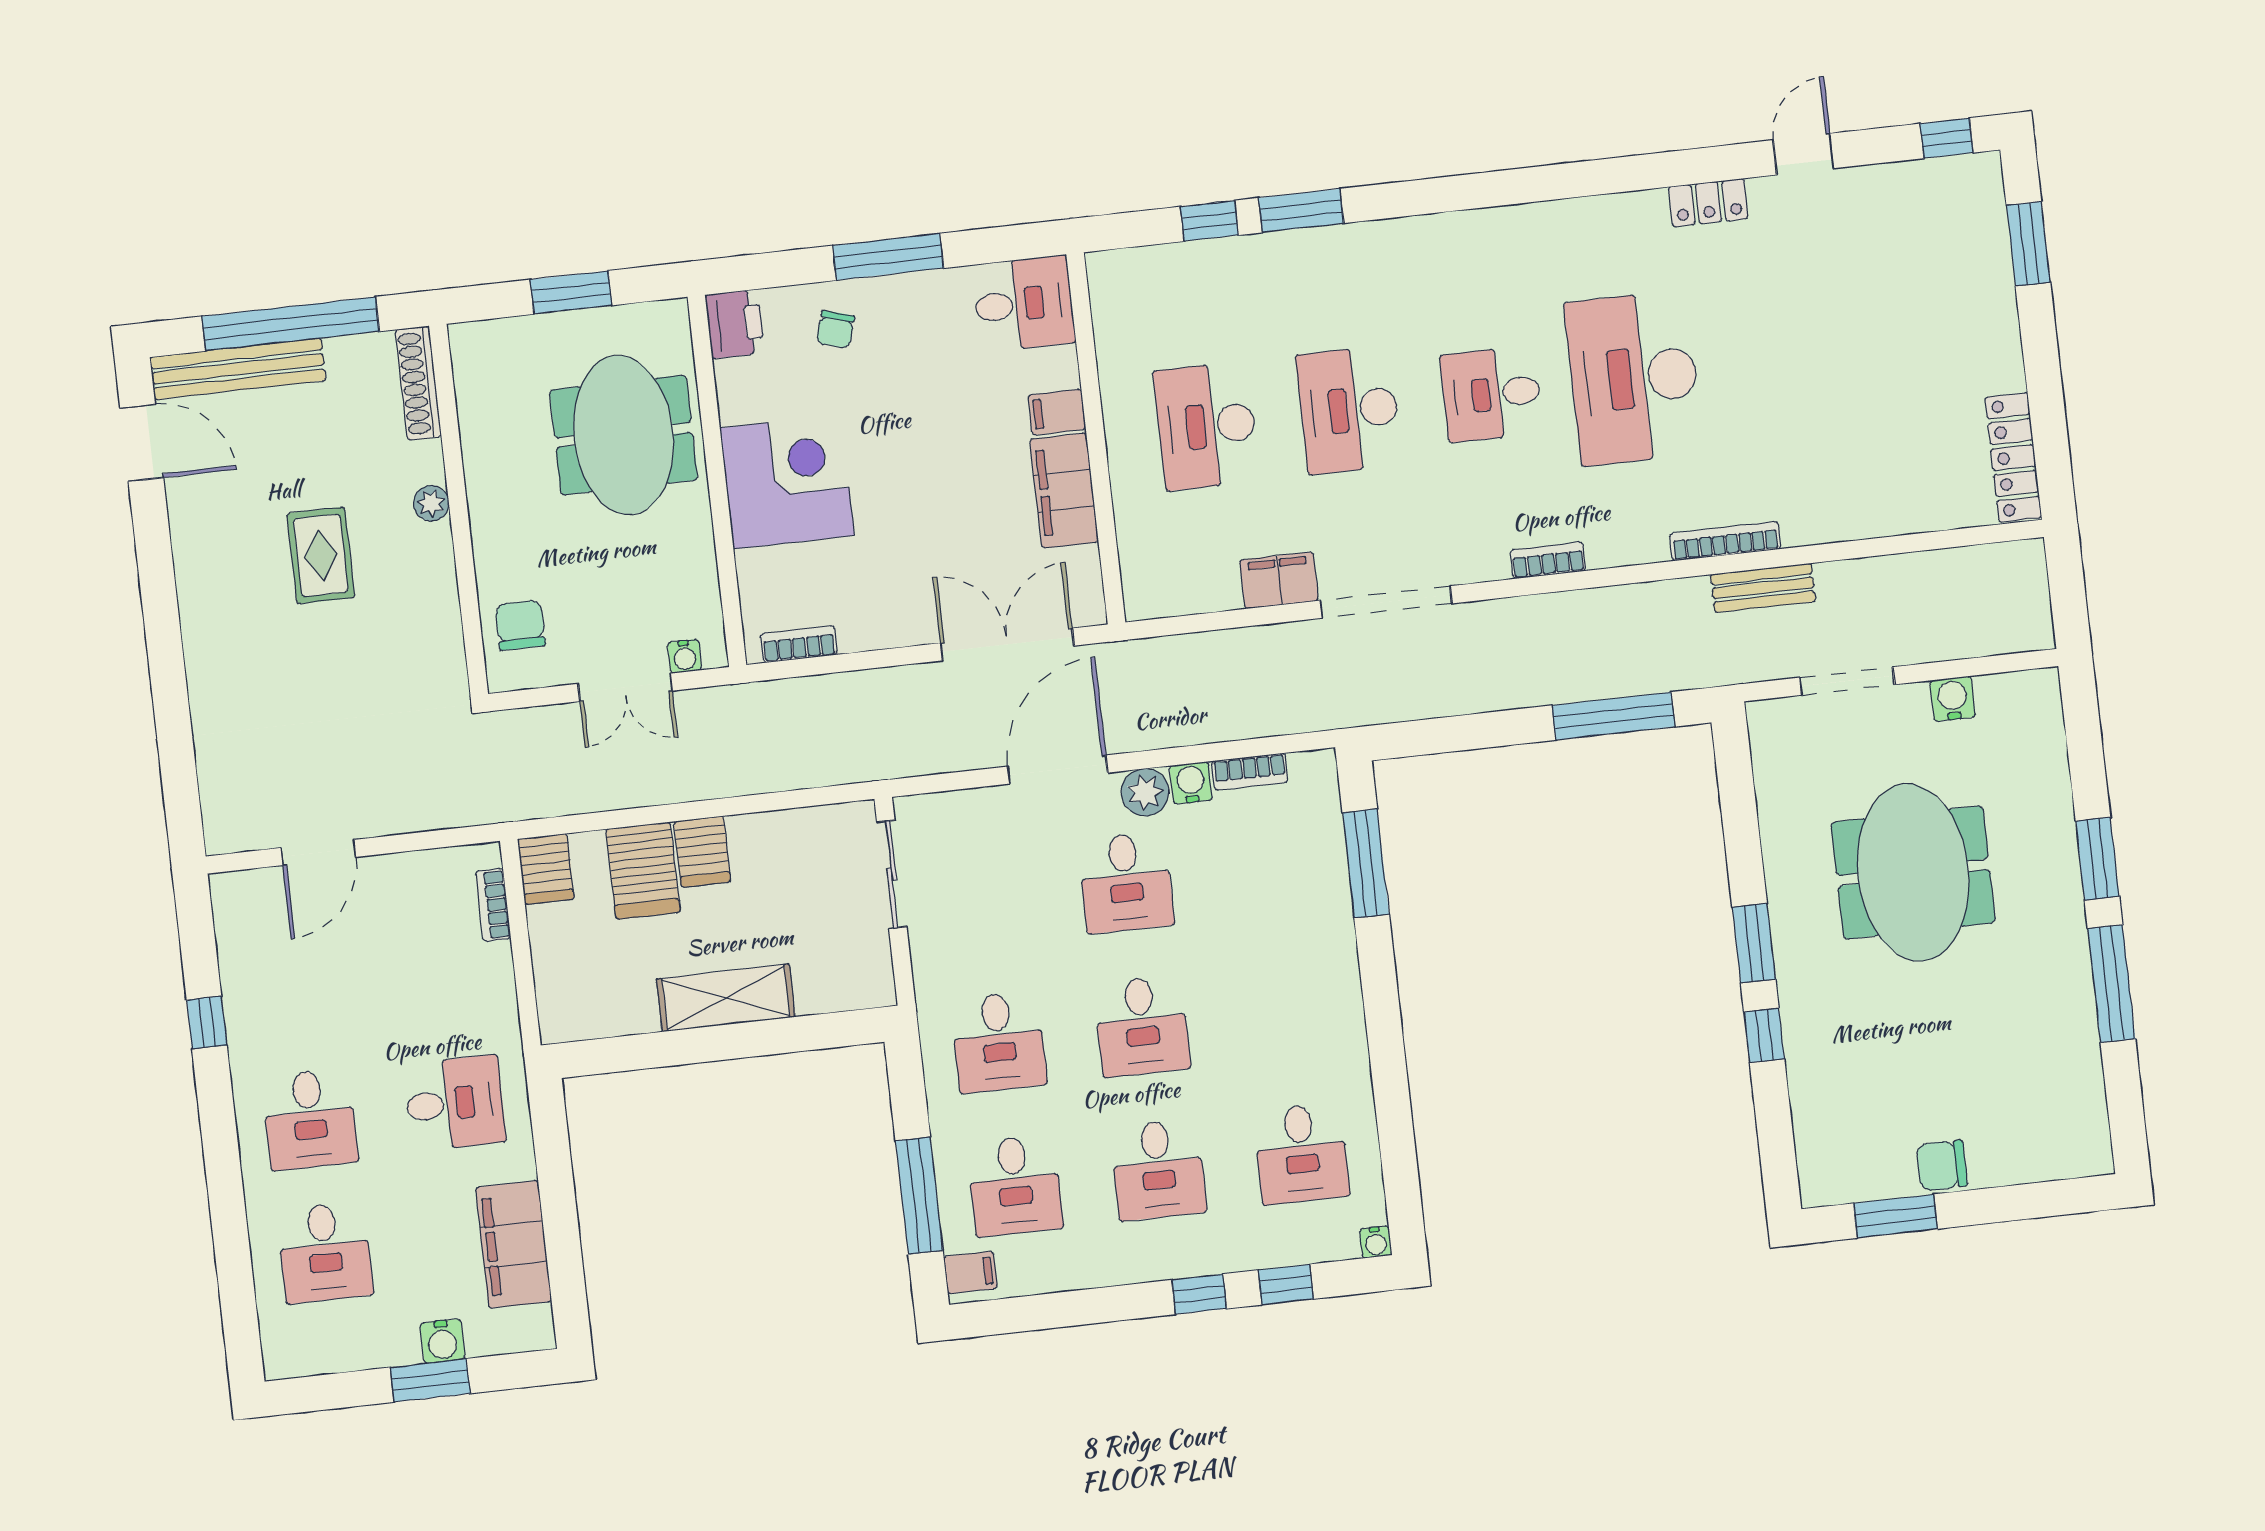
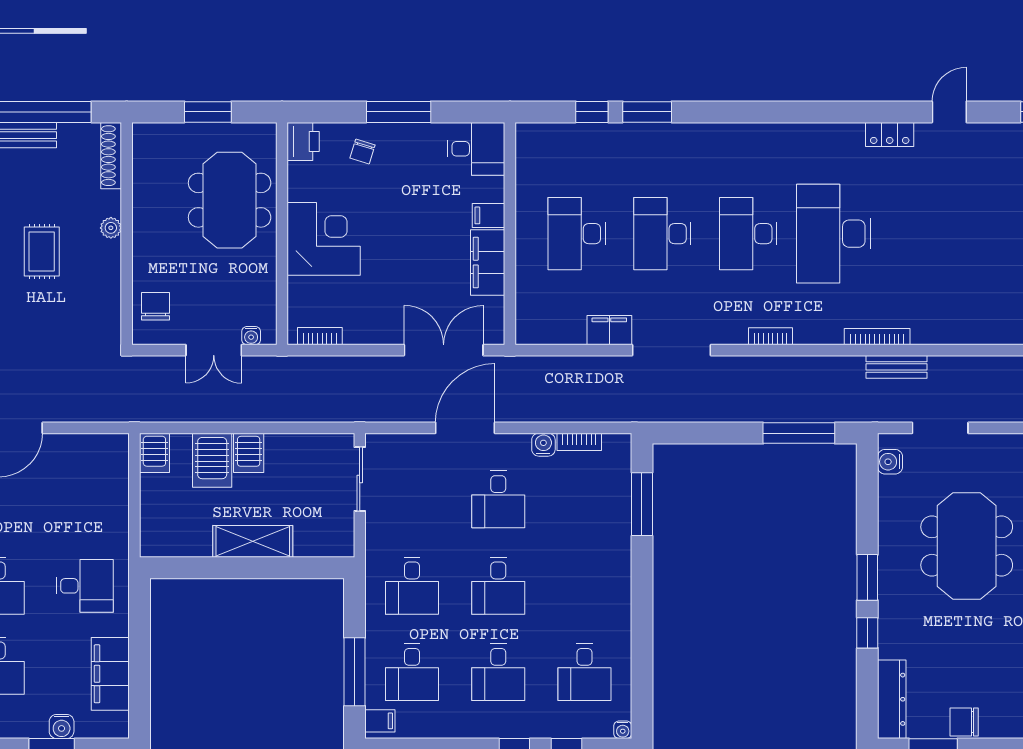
desk: (1492, 394) -> (748, 234), width x1.37
water cooler: (1953, 699) -> (890, 462), moved, turned -90
plant: (1145, 792) -> (516, 447), removed
bookcase: (493, 905) -> (121, 471), removed
dresser: (1817, 1141) -> (892, 699), added

